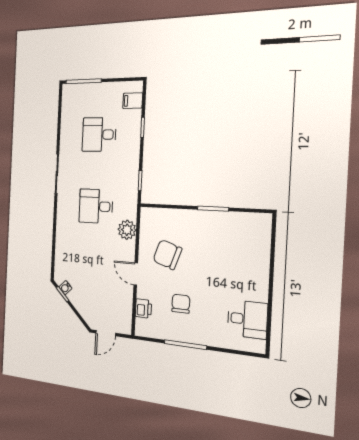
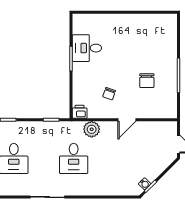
chair: (167, 255) -> (109, 94), width x0.54, depth x0.54
chair: (181, 304) -> (147, 81), turned -90
printer: (143, 309) -> (80, 112), moved
desk: (247, 319) -> (87, 48), moved, turned -90

